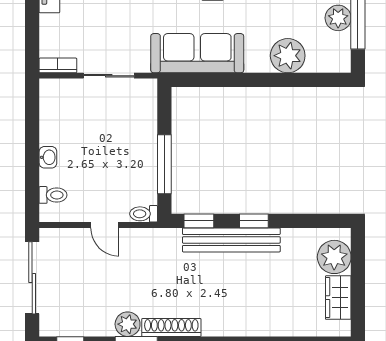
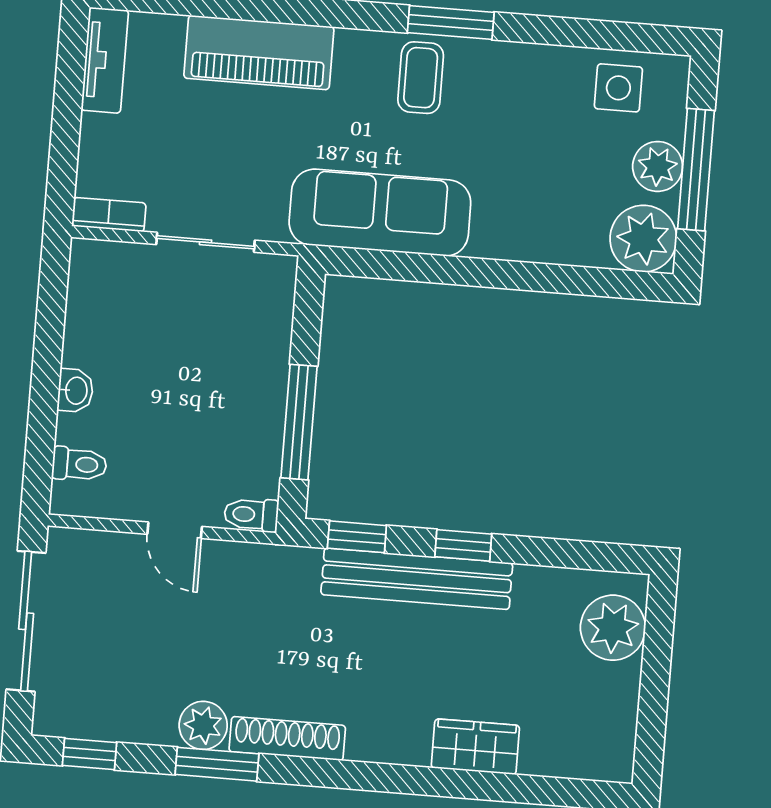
plant: (288, 56) -> (643, 239), moved
wardrobe: (338, 298) -> (475, 747), moved, turned 90

